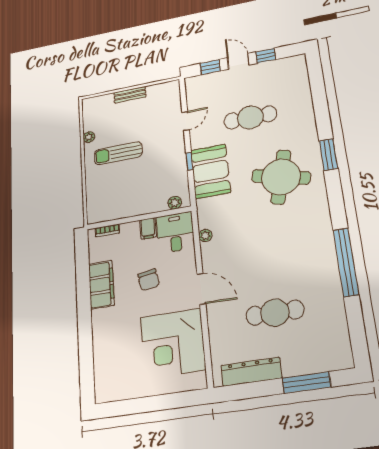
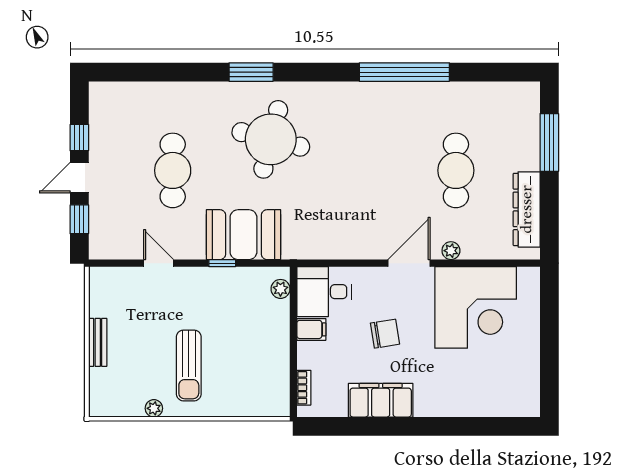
plant: (205, 235) -> (451, 251), moved

